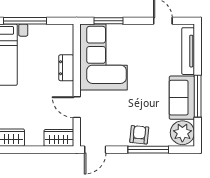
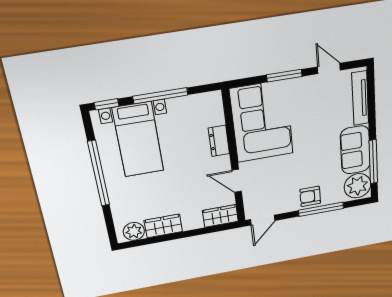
window: (108, 21) -> (284, 76), moved
window: (198, 96) -> (373, 162), moved
armchair: (139, 135) -> (310, 196), turned -95

